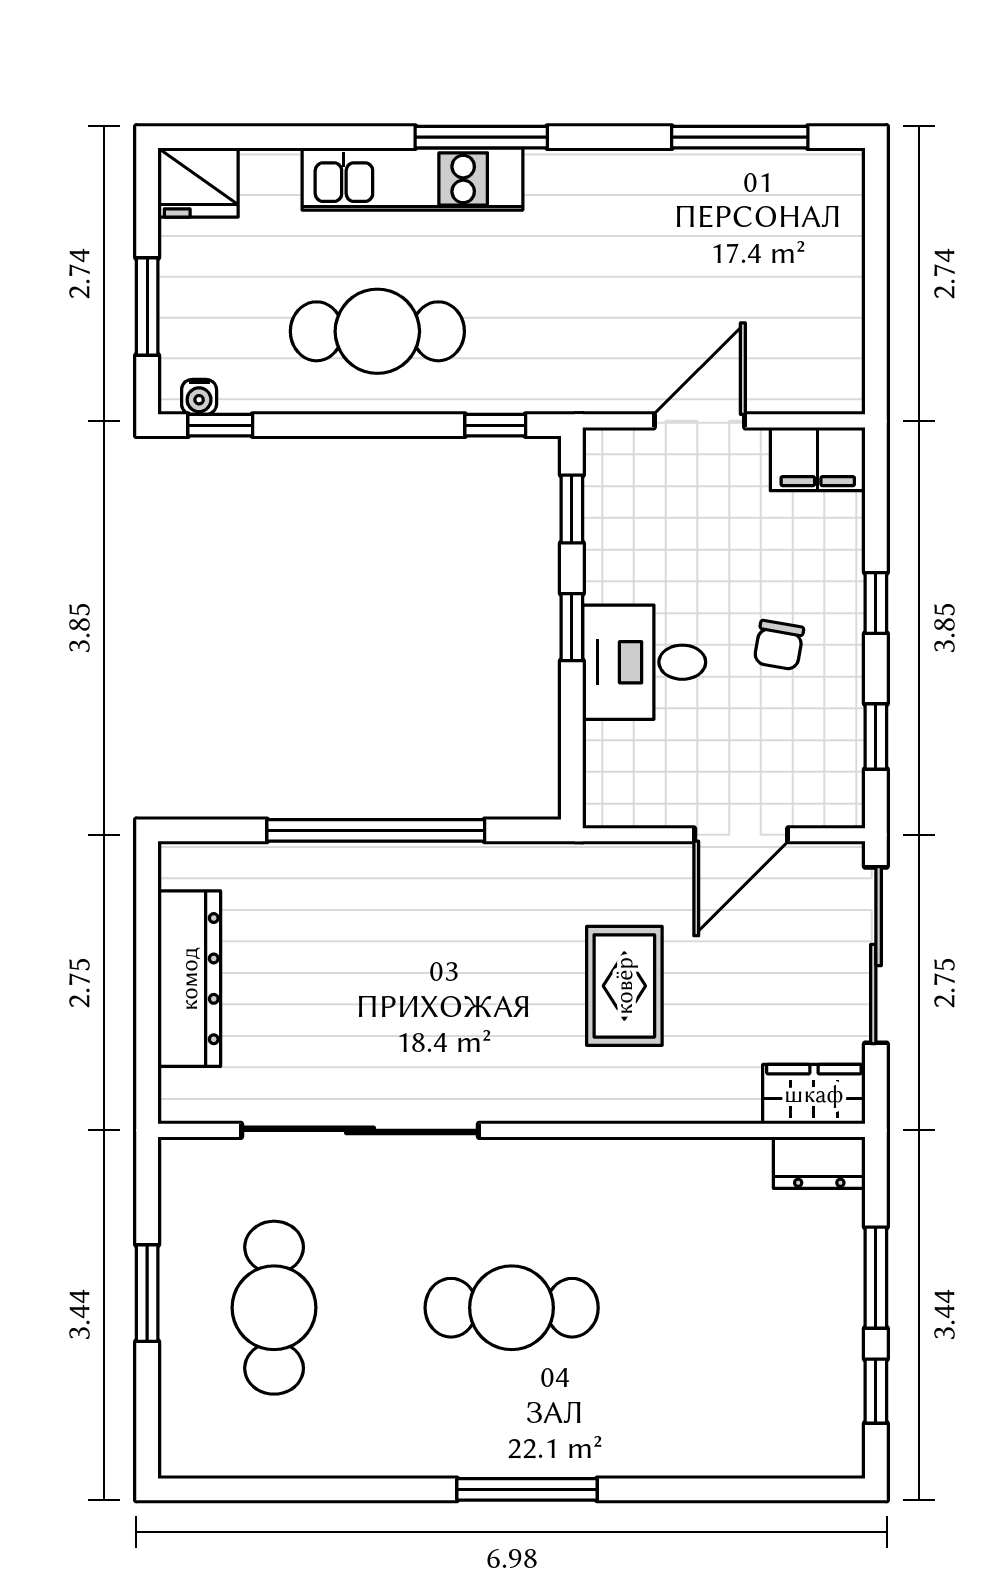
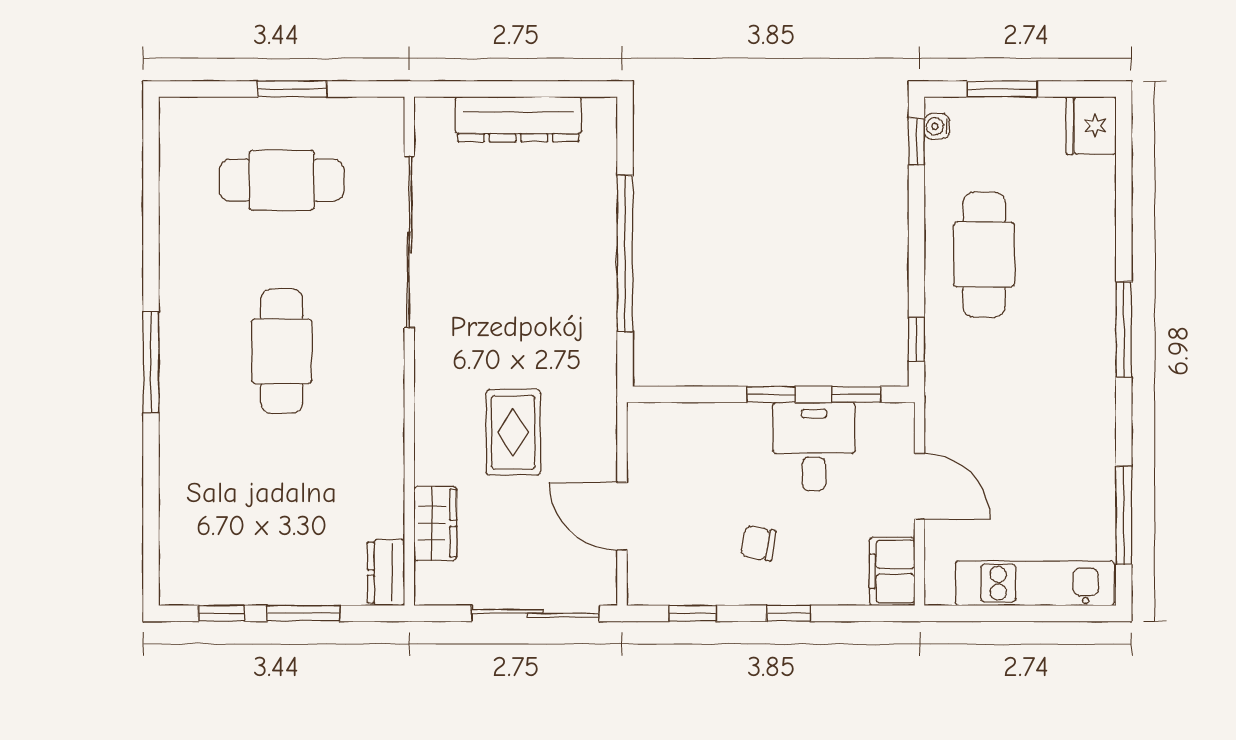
kitchen unit: (412, 179) -> (1035, 583), moved, turned 90
desk: (644, 662) -> (814, 446), moved
rug: (624, 986) -> (513, 432), turned 90
wardrobe: (814, 1094) -> (435, 523), moved

